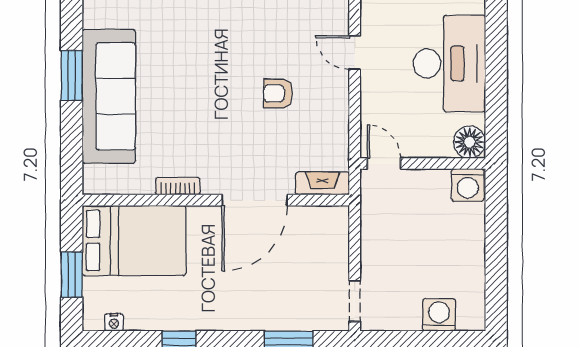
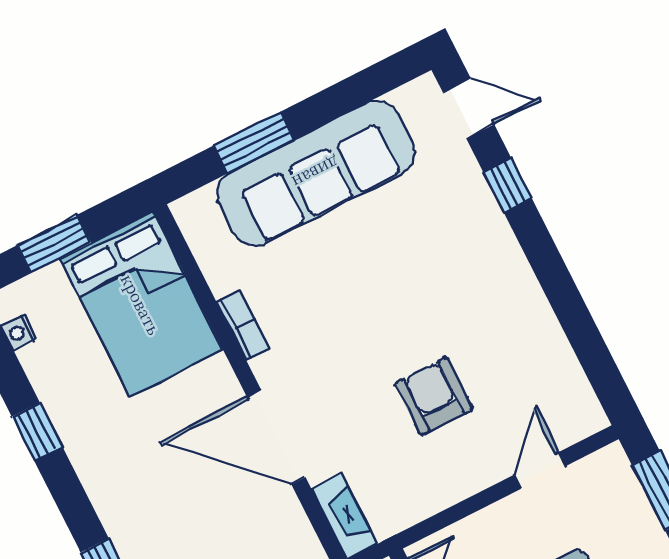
window: (72, 75) -> (254, 143), moved
armchair: (278, 94) -> (434, 396), width x1.38, depth x1.38

